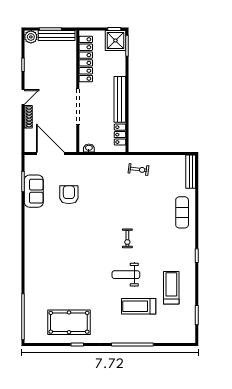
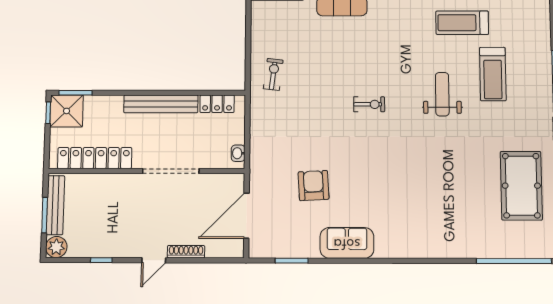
door: (23, 97) -> (154, 260), swing flipped
sofa: (34, 191) -> (347, 243), moved
armchair: (69, 195) -> (314, 186), turned 87
exercise bike: (127, 238) -> (369, 104), moved
weight bench: (126, 275) -> (442, 94), turned 180

